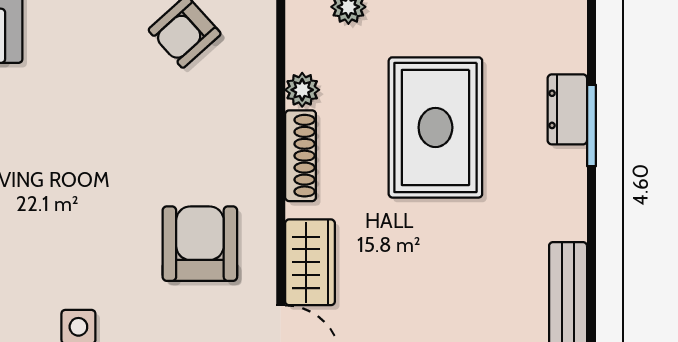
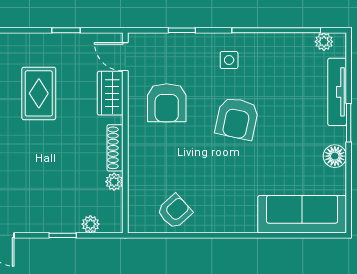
rug: (435, 127) -> (39, 93), moved, width x0.73, depth x0.70
armchair: (63, 213) -> (237, 118), added

